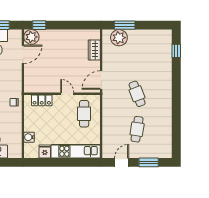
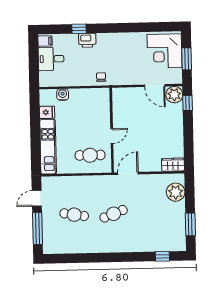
window: (125, 25) -> (190, 224), moved
wardrobe: (94, 50) -> (173, 165), moved
door: (101, 80) -> (128, 173), hinge flipped
locker: (42, 100) -> (104, 108), removed
door: (122, 162) -> (37, 198), swing flipped
window: (149, 162) -> (37, 228), width x1.44

